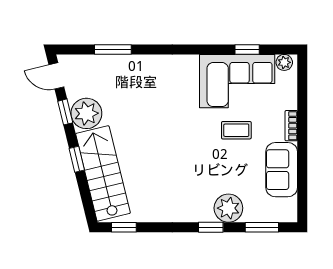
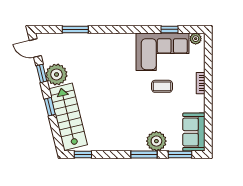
sofa: (282, 170) -> (194, 132), moved
window: (211, 227) -> (144, 155), width x1.50

